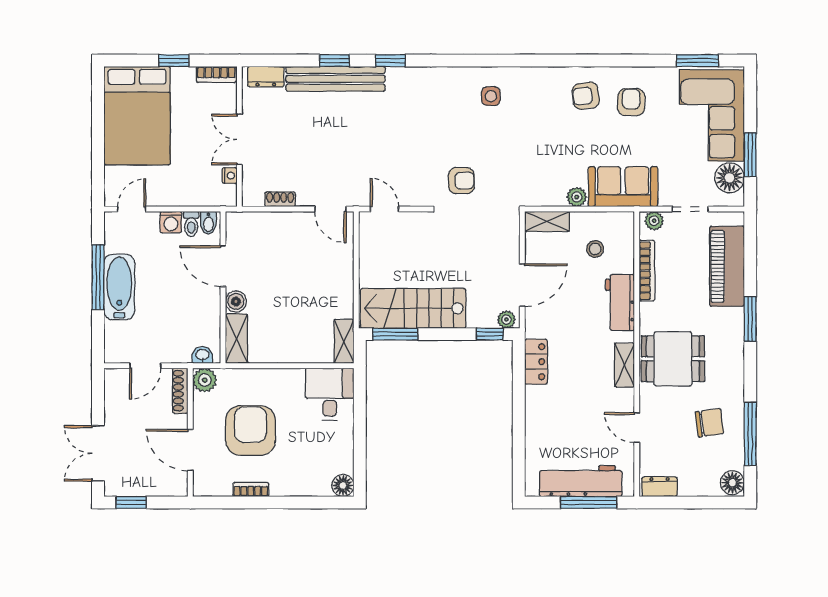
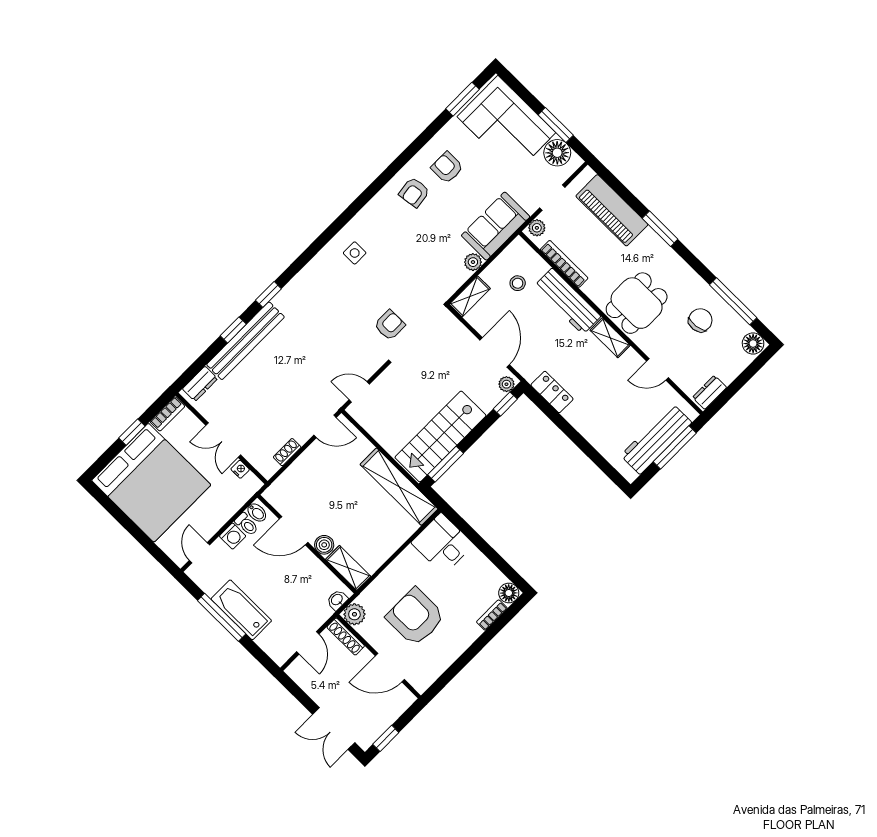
bed: (137, 116) -> (151, 483), width x1.36
workbench: (620, 303) -> (567, 301), width x1.38
shelving: (344, 341) -> (399, 487), width x2.20, depth x1.33
bookcase: (251, 489) -> (492, 615), moved

